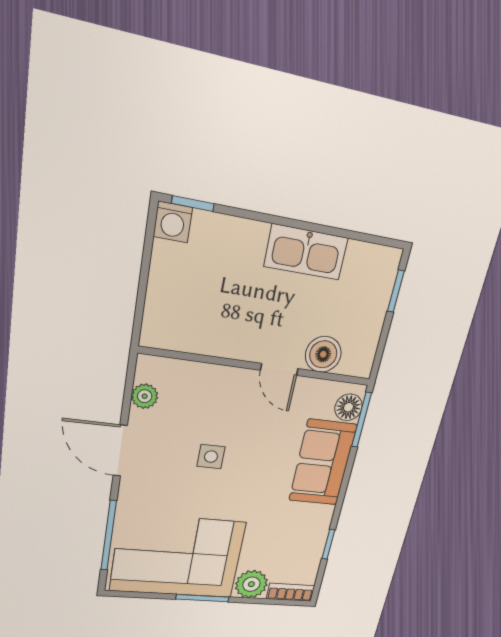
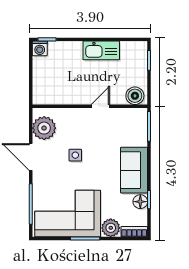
boiler: (323, 354) -> (135, 96), moved
door: (279, 369) -> (100, 106), swing flipped
plant: (145, 396) -> (44, 128), width x1.88, depth x1.88
floor lamp: (348, 407) -> (140, 202), moved
sofa: (323, 463) -> (134, 170), moved

